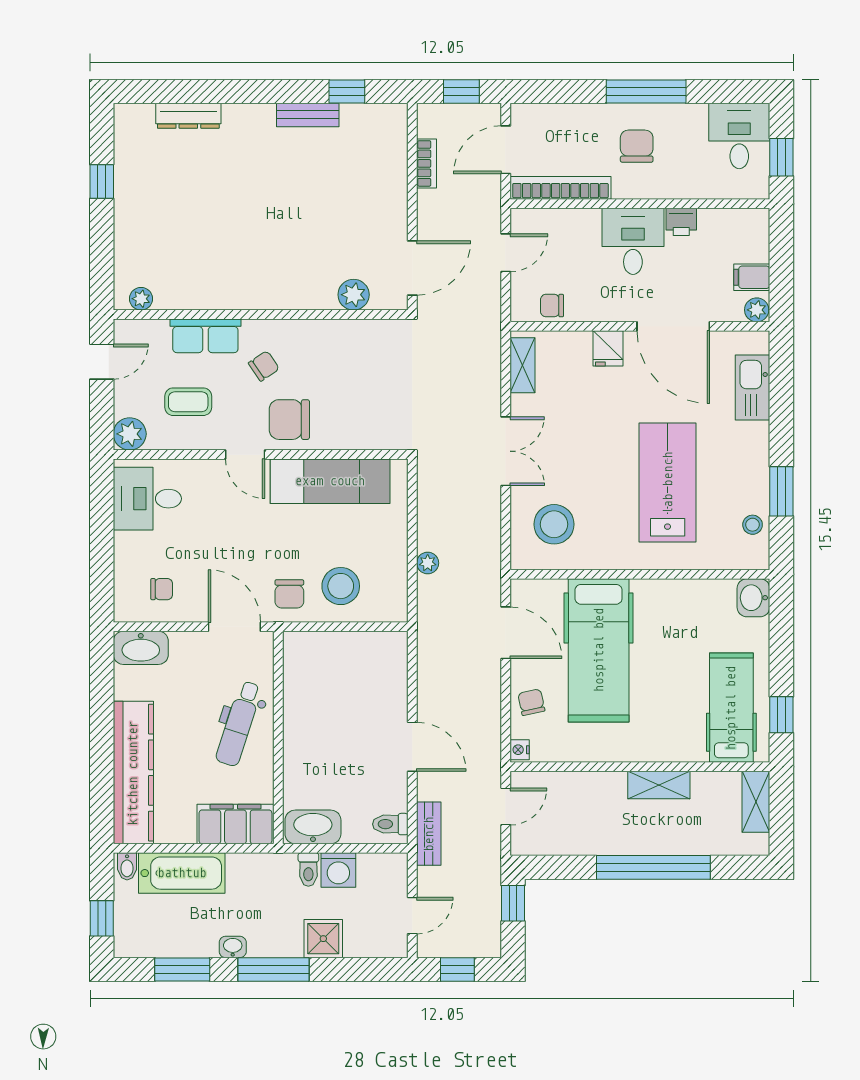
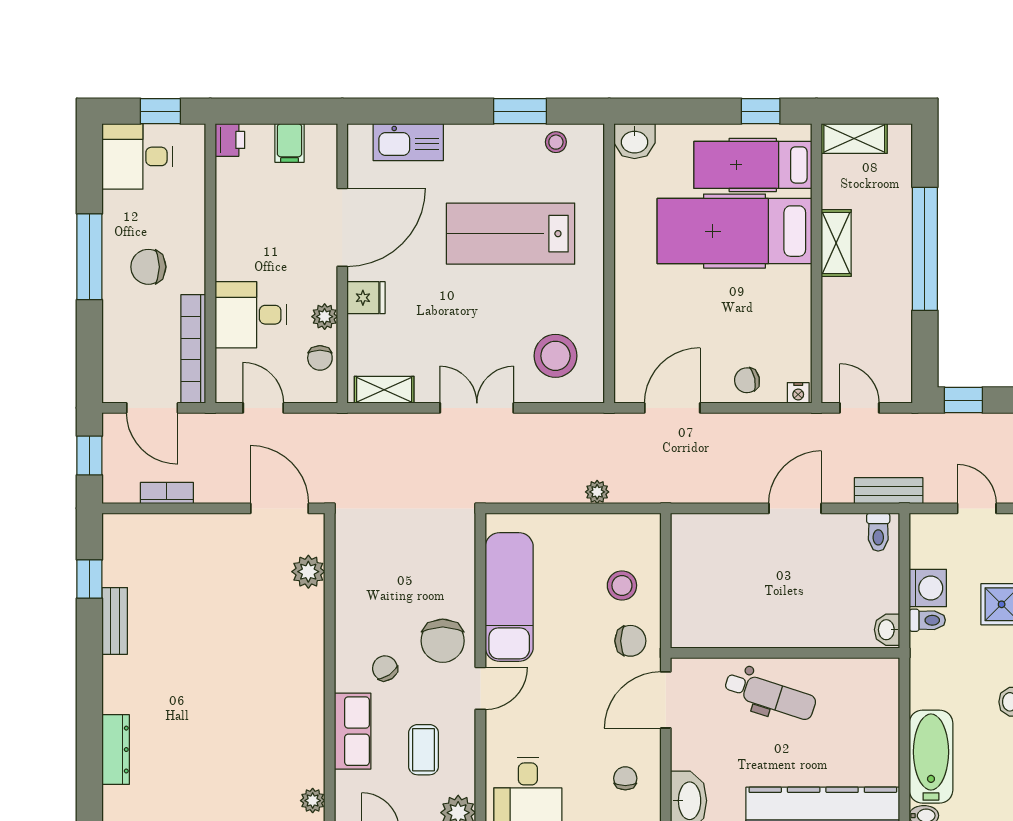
printer: (681, 222) -> (230, 140), moved
desk: (633, 241) -> (251, 315), moved
plant: (757, 310) -> (325, 317), moved
stool: (341, 586) -> (622, 585), width x0.73, depth x0.73
hospital bed: (599, 650) -> (734, 231), moved, turned 180
filing cabinet: (235, 824) -> (878, 699), removed
washbasin: (313, 827) -> (887, 630), width x0.52, depth x0.69

